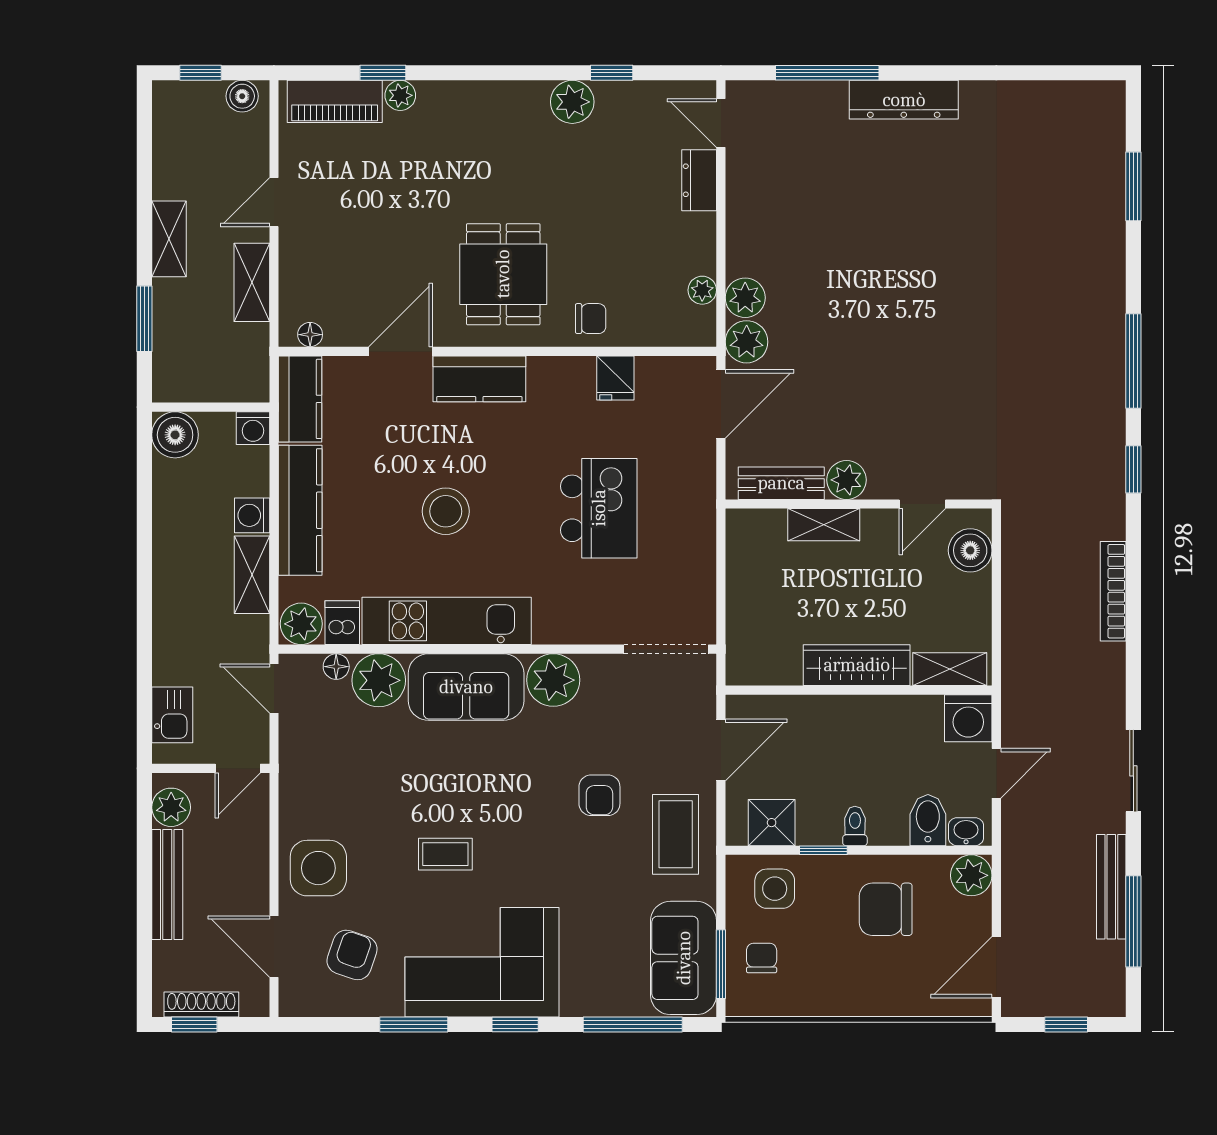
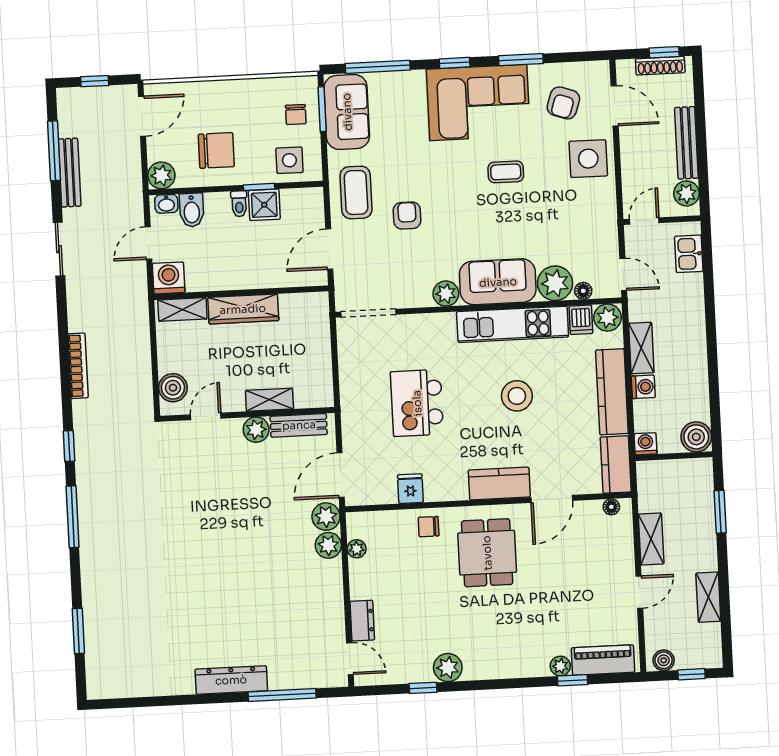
shelving: (169, 239) -> (708, 597), moved
plant: (553, 680) -> (446, 294), width x0.73, depth x0.73
shower: (772, 823) -> (264, 205), moved

